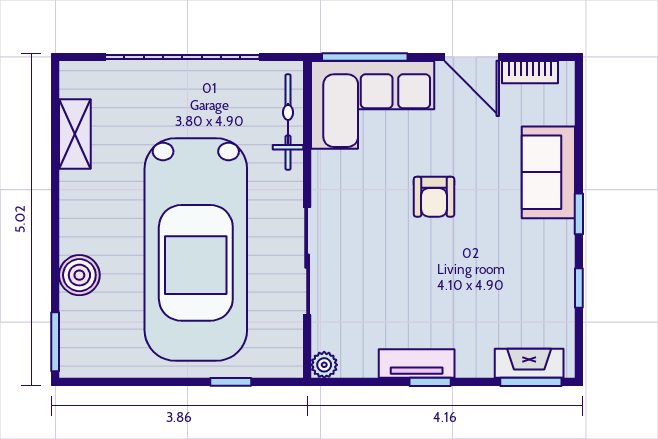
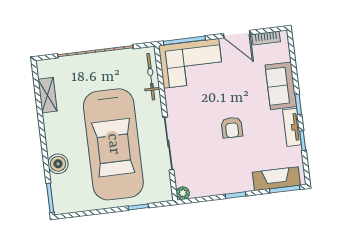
armchair: (434, 197) -> (232, 127), moved
tv unit: (417, 363) -> (292, 127), moved, turned -90
fireplace: (529, 363) -> (276, 179), width x1.37, depth x1.32

